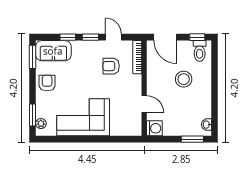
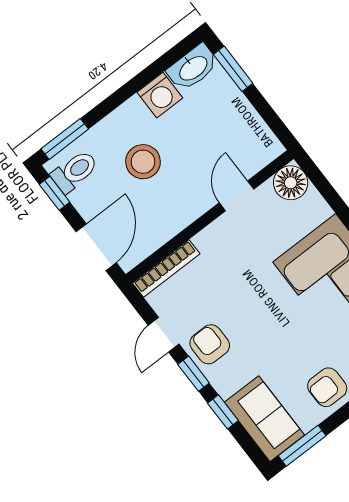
window: (214, 57) -> (65, 139), added
armchair: (111, 66) -> (210, 344), moved, turned 180
washbasin: (206, 125) -> (193, 68), width x1.91, depth x1.45
floor lamp: (134, 128) -> (291, 183), added
washing machine: (154, 128) -> (160, 95), moved, turned 180

